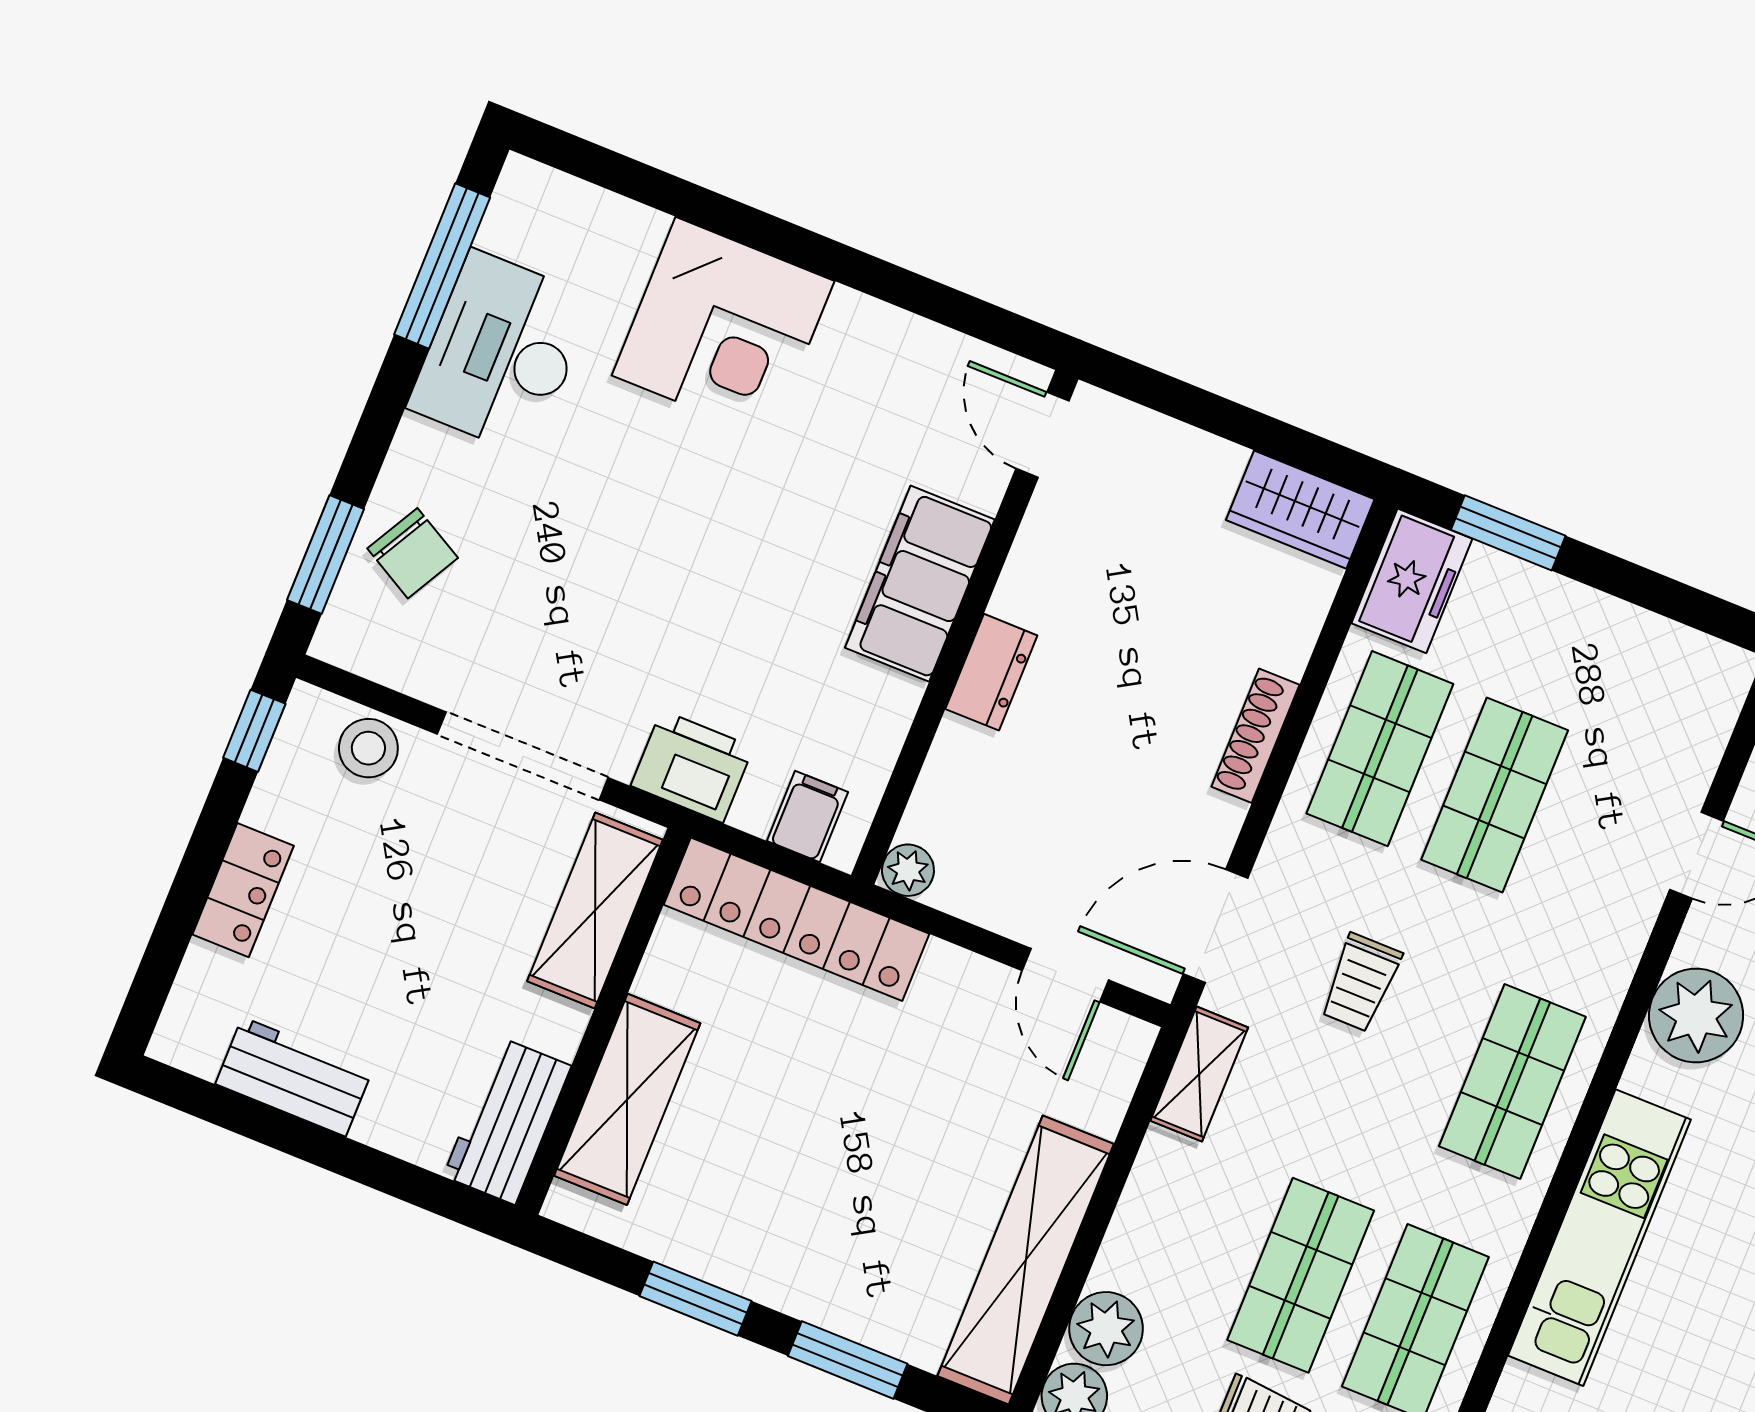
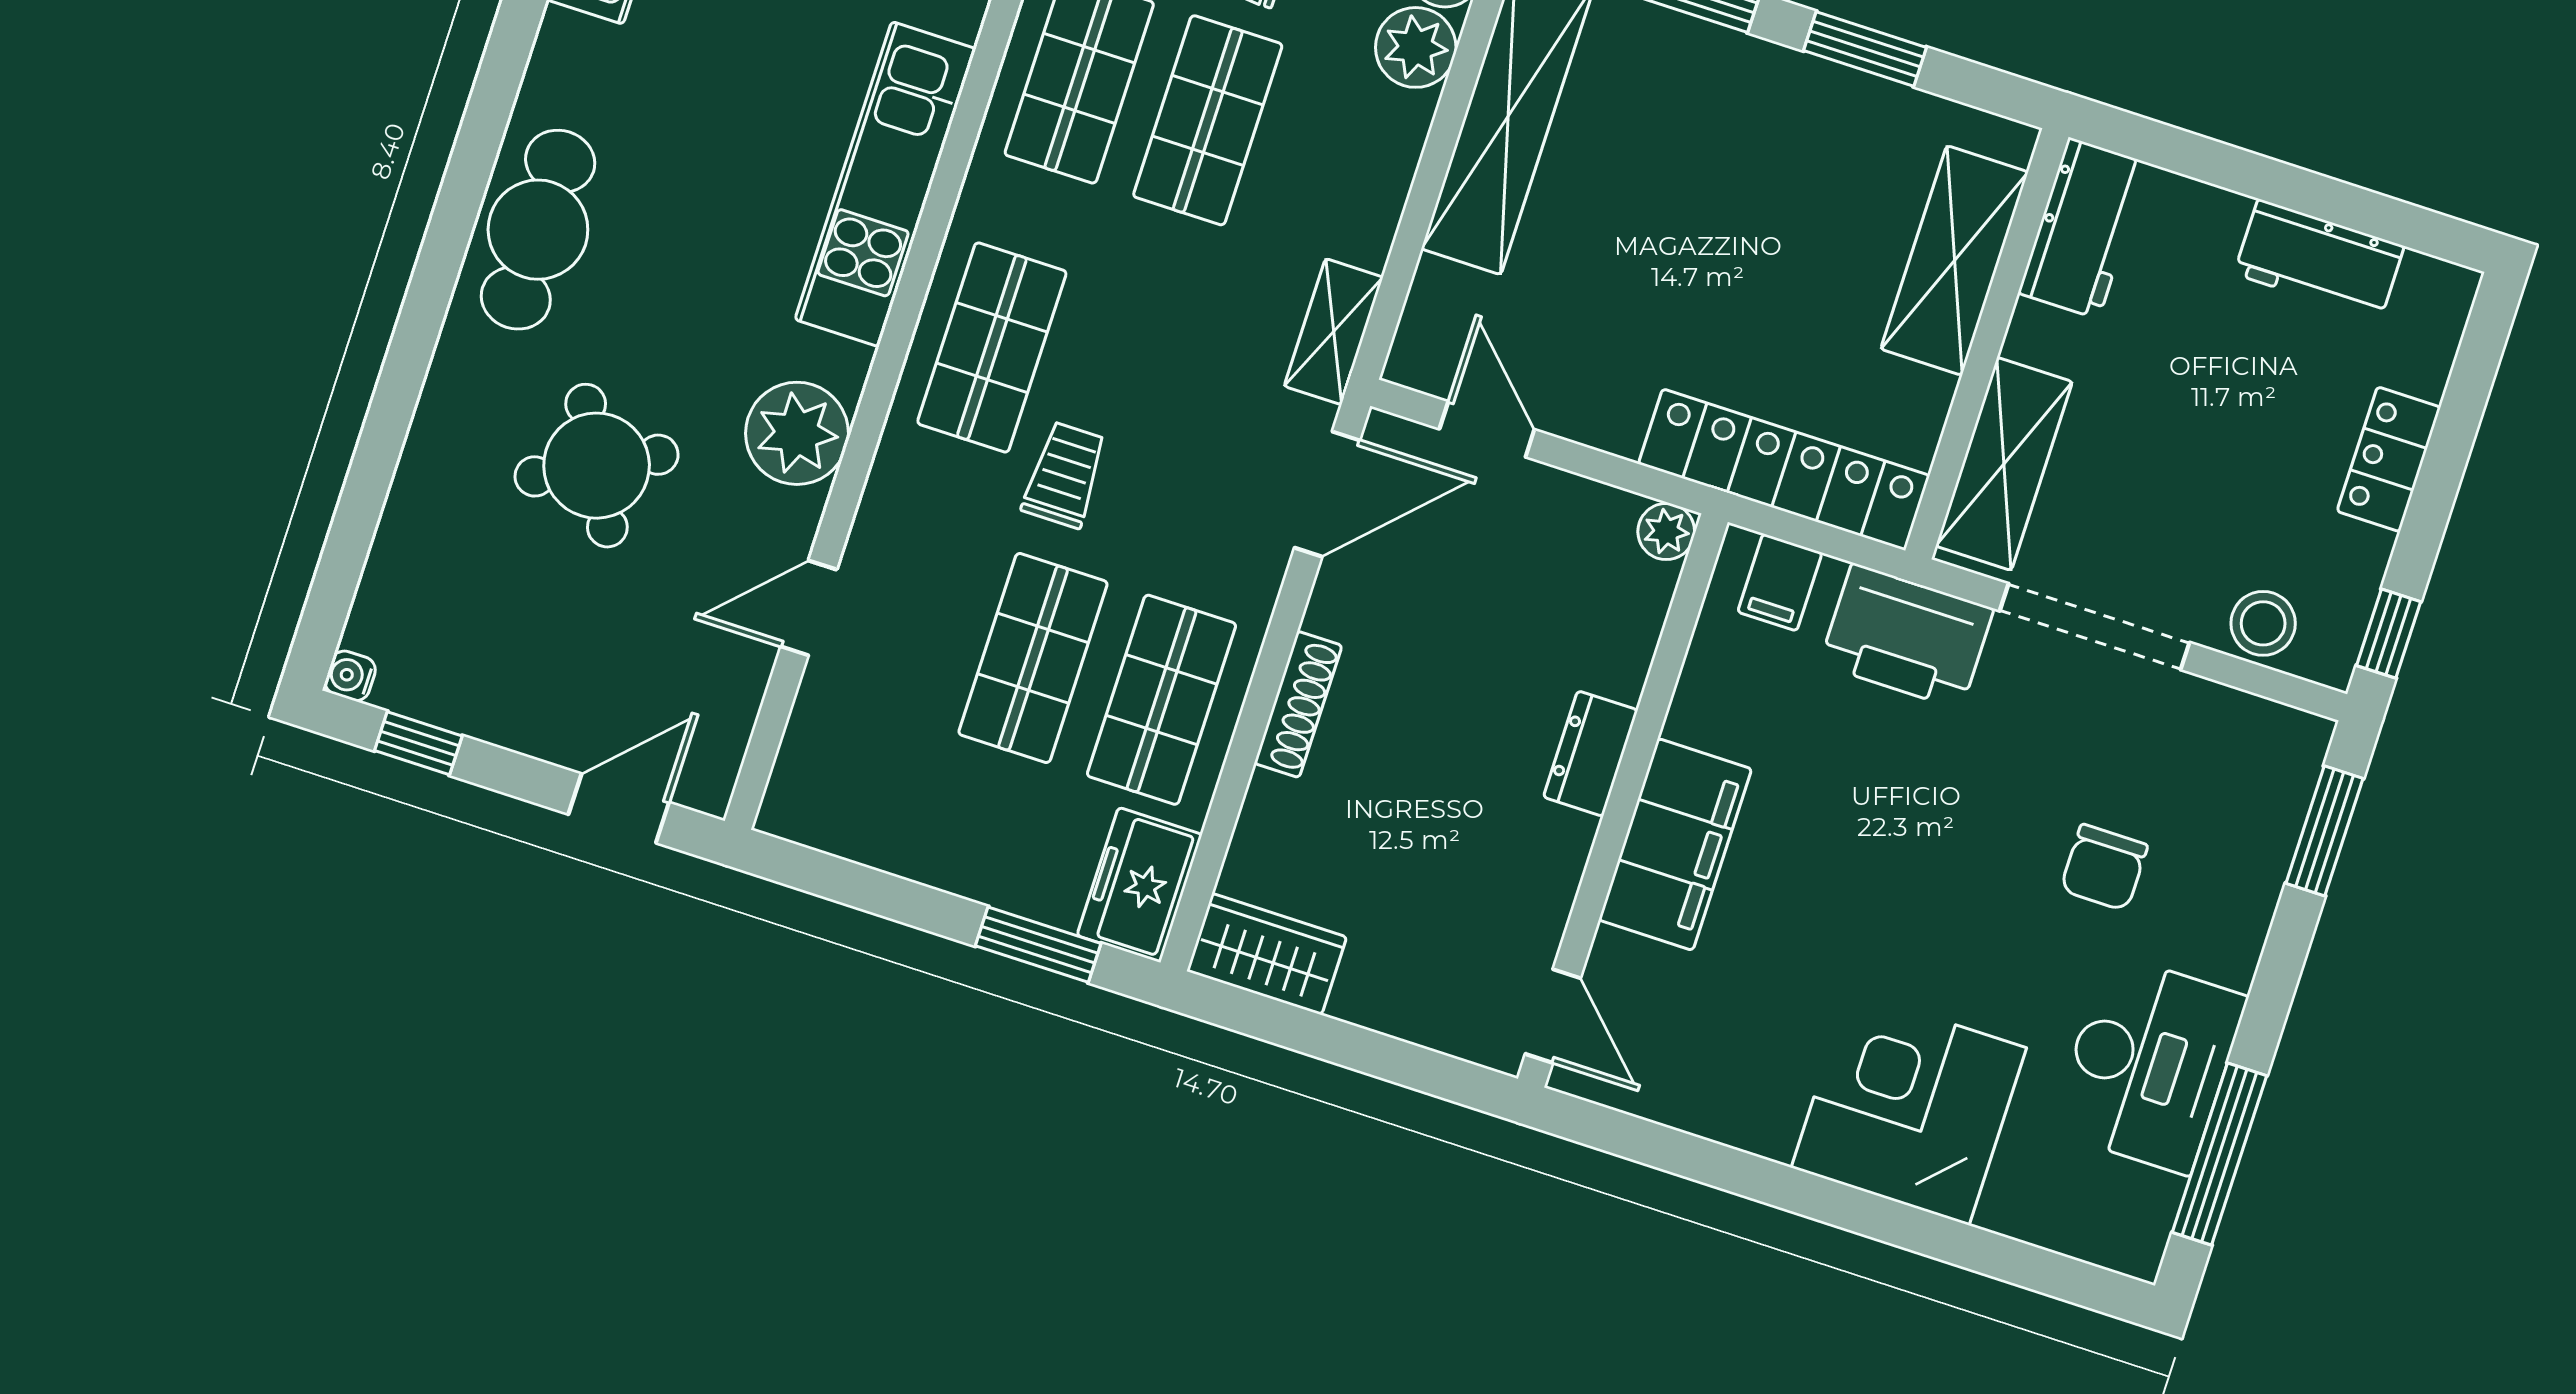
chair: (413, 553) -> (2104, 867), moved, turned -119
printer: (692, 766) -> (1907, 636), width x1.37, depth x1.19
trolley: (1361, 982) -> (1065, 475), moved

